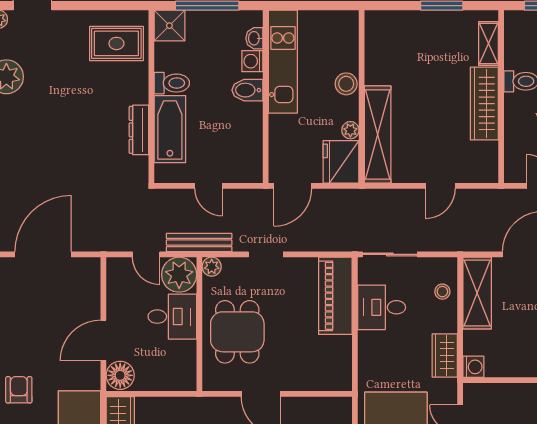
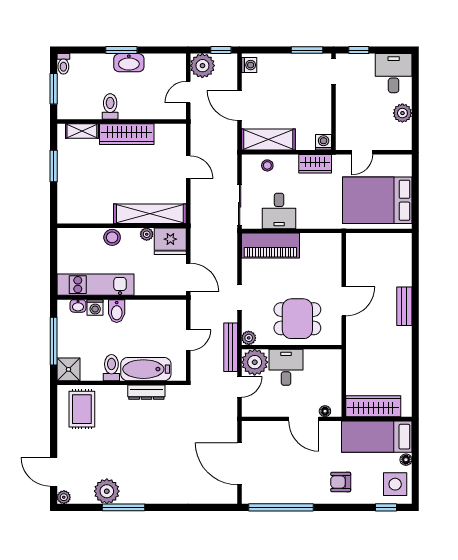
floor lamp: (120, 375) -> (325, 411), width x0.53, depth x0.53

